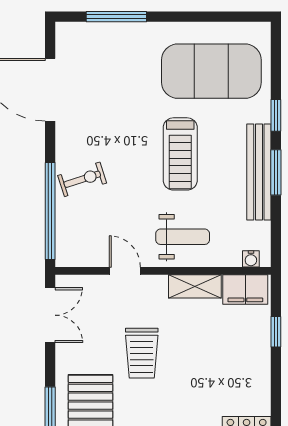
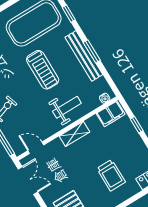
window: (276, 115) -> (69, 14), moved
door: (125, 271) -> (36, 148), moved
shelving: (195, 286) -> (74, 134), moved
trolley: (142, 353) -> (111, 175), moved

